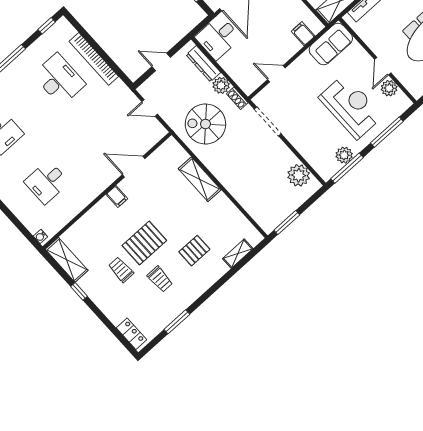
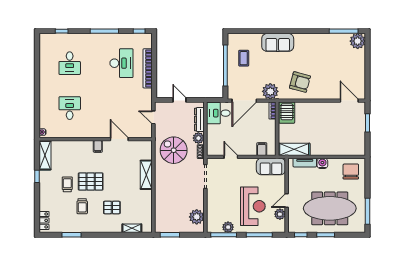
desk: (47, 182) -> (70, 108), turned 90

